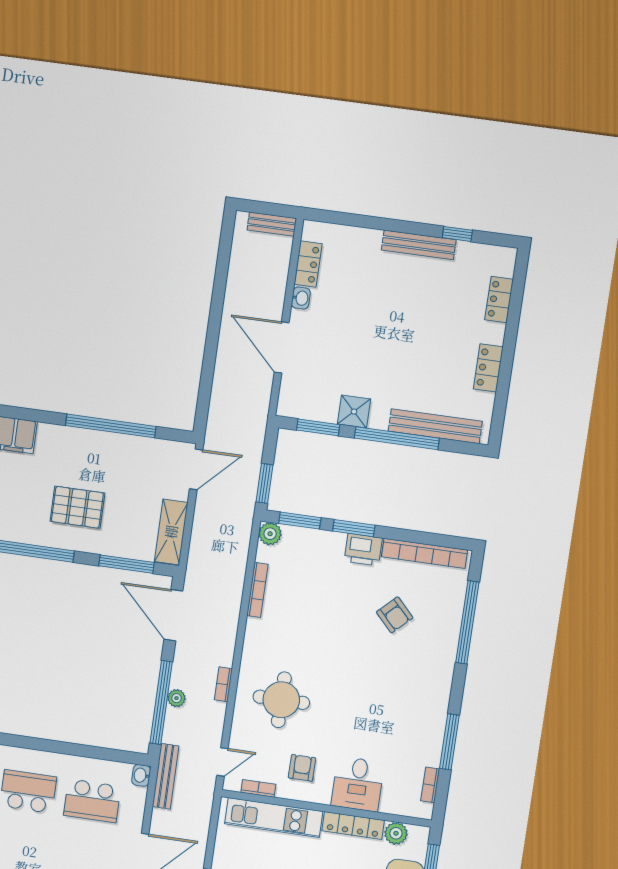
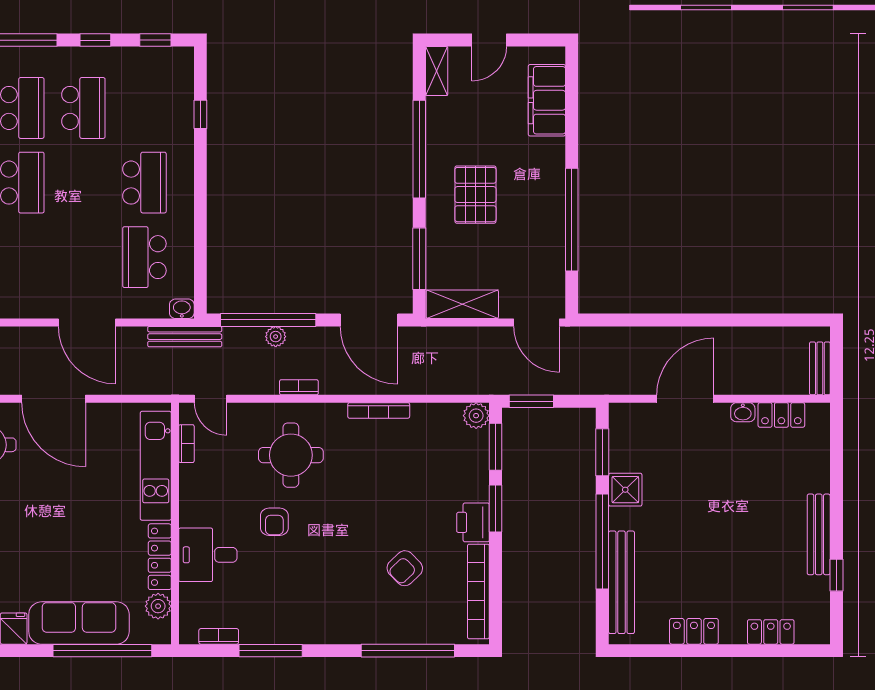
bookcase: (257, 590) -> (379, 410), moved
door: (173, 615) -> (369, 320), swing flipped
armchair: (302, 768) -> (274, 522), moved, turned 90

